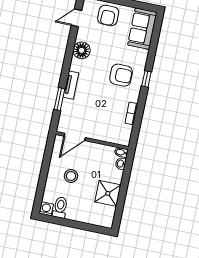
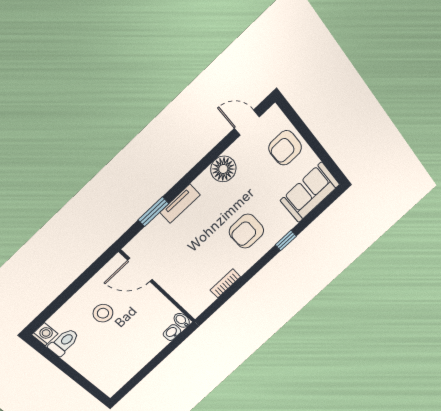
armchair: (121, 75) -> (246, 231), turned 90
window: (146, 79) -> (286, 240), moved
shower: (108, 193) -> (133, 357), removed

